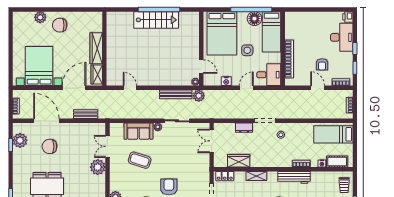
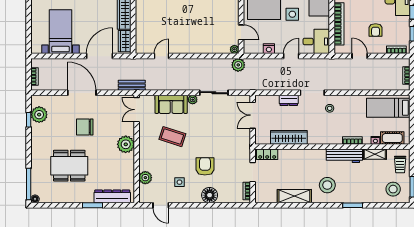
bed with nightstands: (39, 66) -> (60, 32), width x0.73
door: (130, 88) -> (162, 56), hinge flipped
door: (318, 88) -> (360, 56), moved
bench: (176, 94) -> (213, 63), removed
bench: (86, 114) -> (132, 85), moved
door: (46, 121) -> (82, 93), moved
chair: (49, 146) -> (85, 127), moved
double door: (107, 146) -> (137, 110), moved
wardrobe: (239, 161) -> (289, 137), width x1.50
shelving: (256, 176) -> (375, 154), moved

